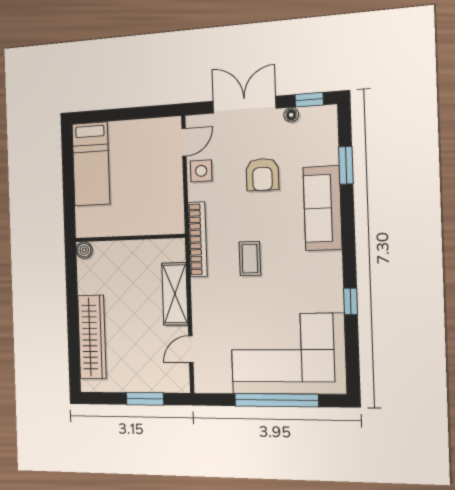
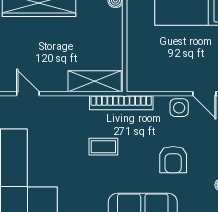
armchair: (262, 175) -> (173, 160), turned -90
shelving: (175, 294) -> (95, 81), moved

